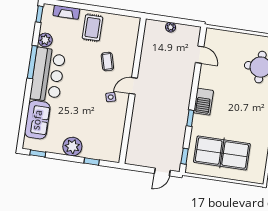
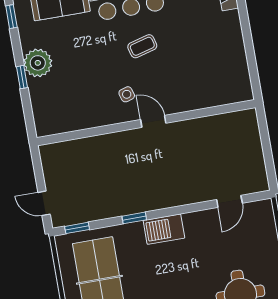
plant: (171, 27) -> (255, 147), removed
rug: (93, 28) -> (217, 35), removed
coffee table: (107, 62) -> (142, 46), moved
window: (92, 161) -> (22, 77), moved

